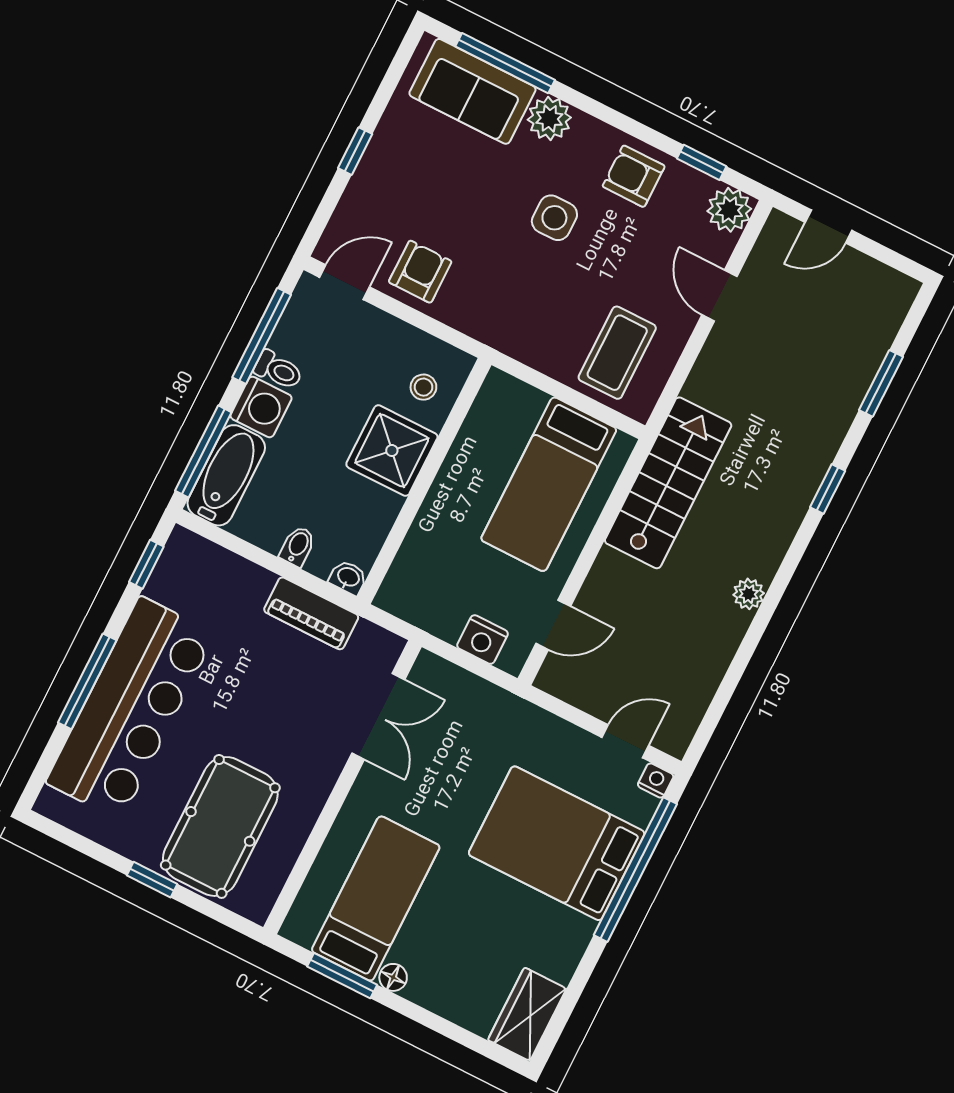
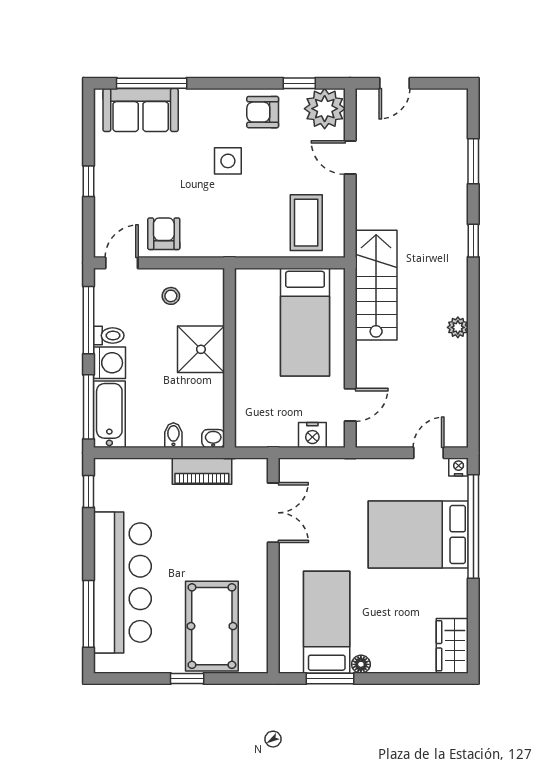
plant: (549, 118) -> (195, 103), removed
plant: (729, 210) -> (325, 109), width x1.36, depth x1.36
stool: (423, 387) -> (171, 296), moved
window: (87, 681) -> (88, 614), moved

